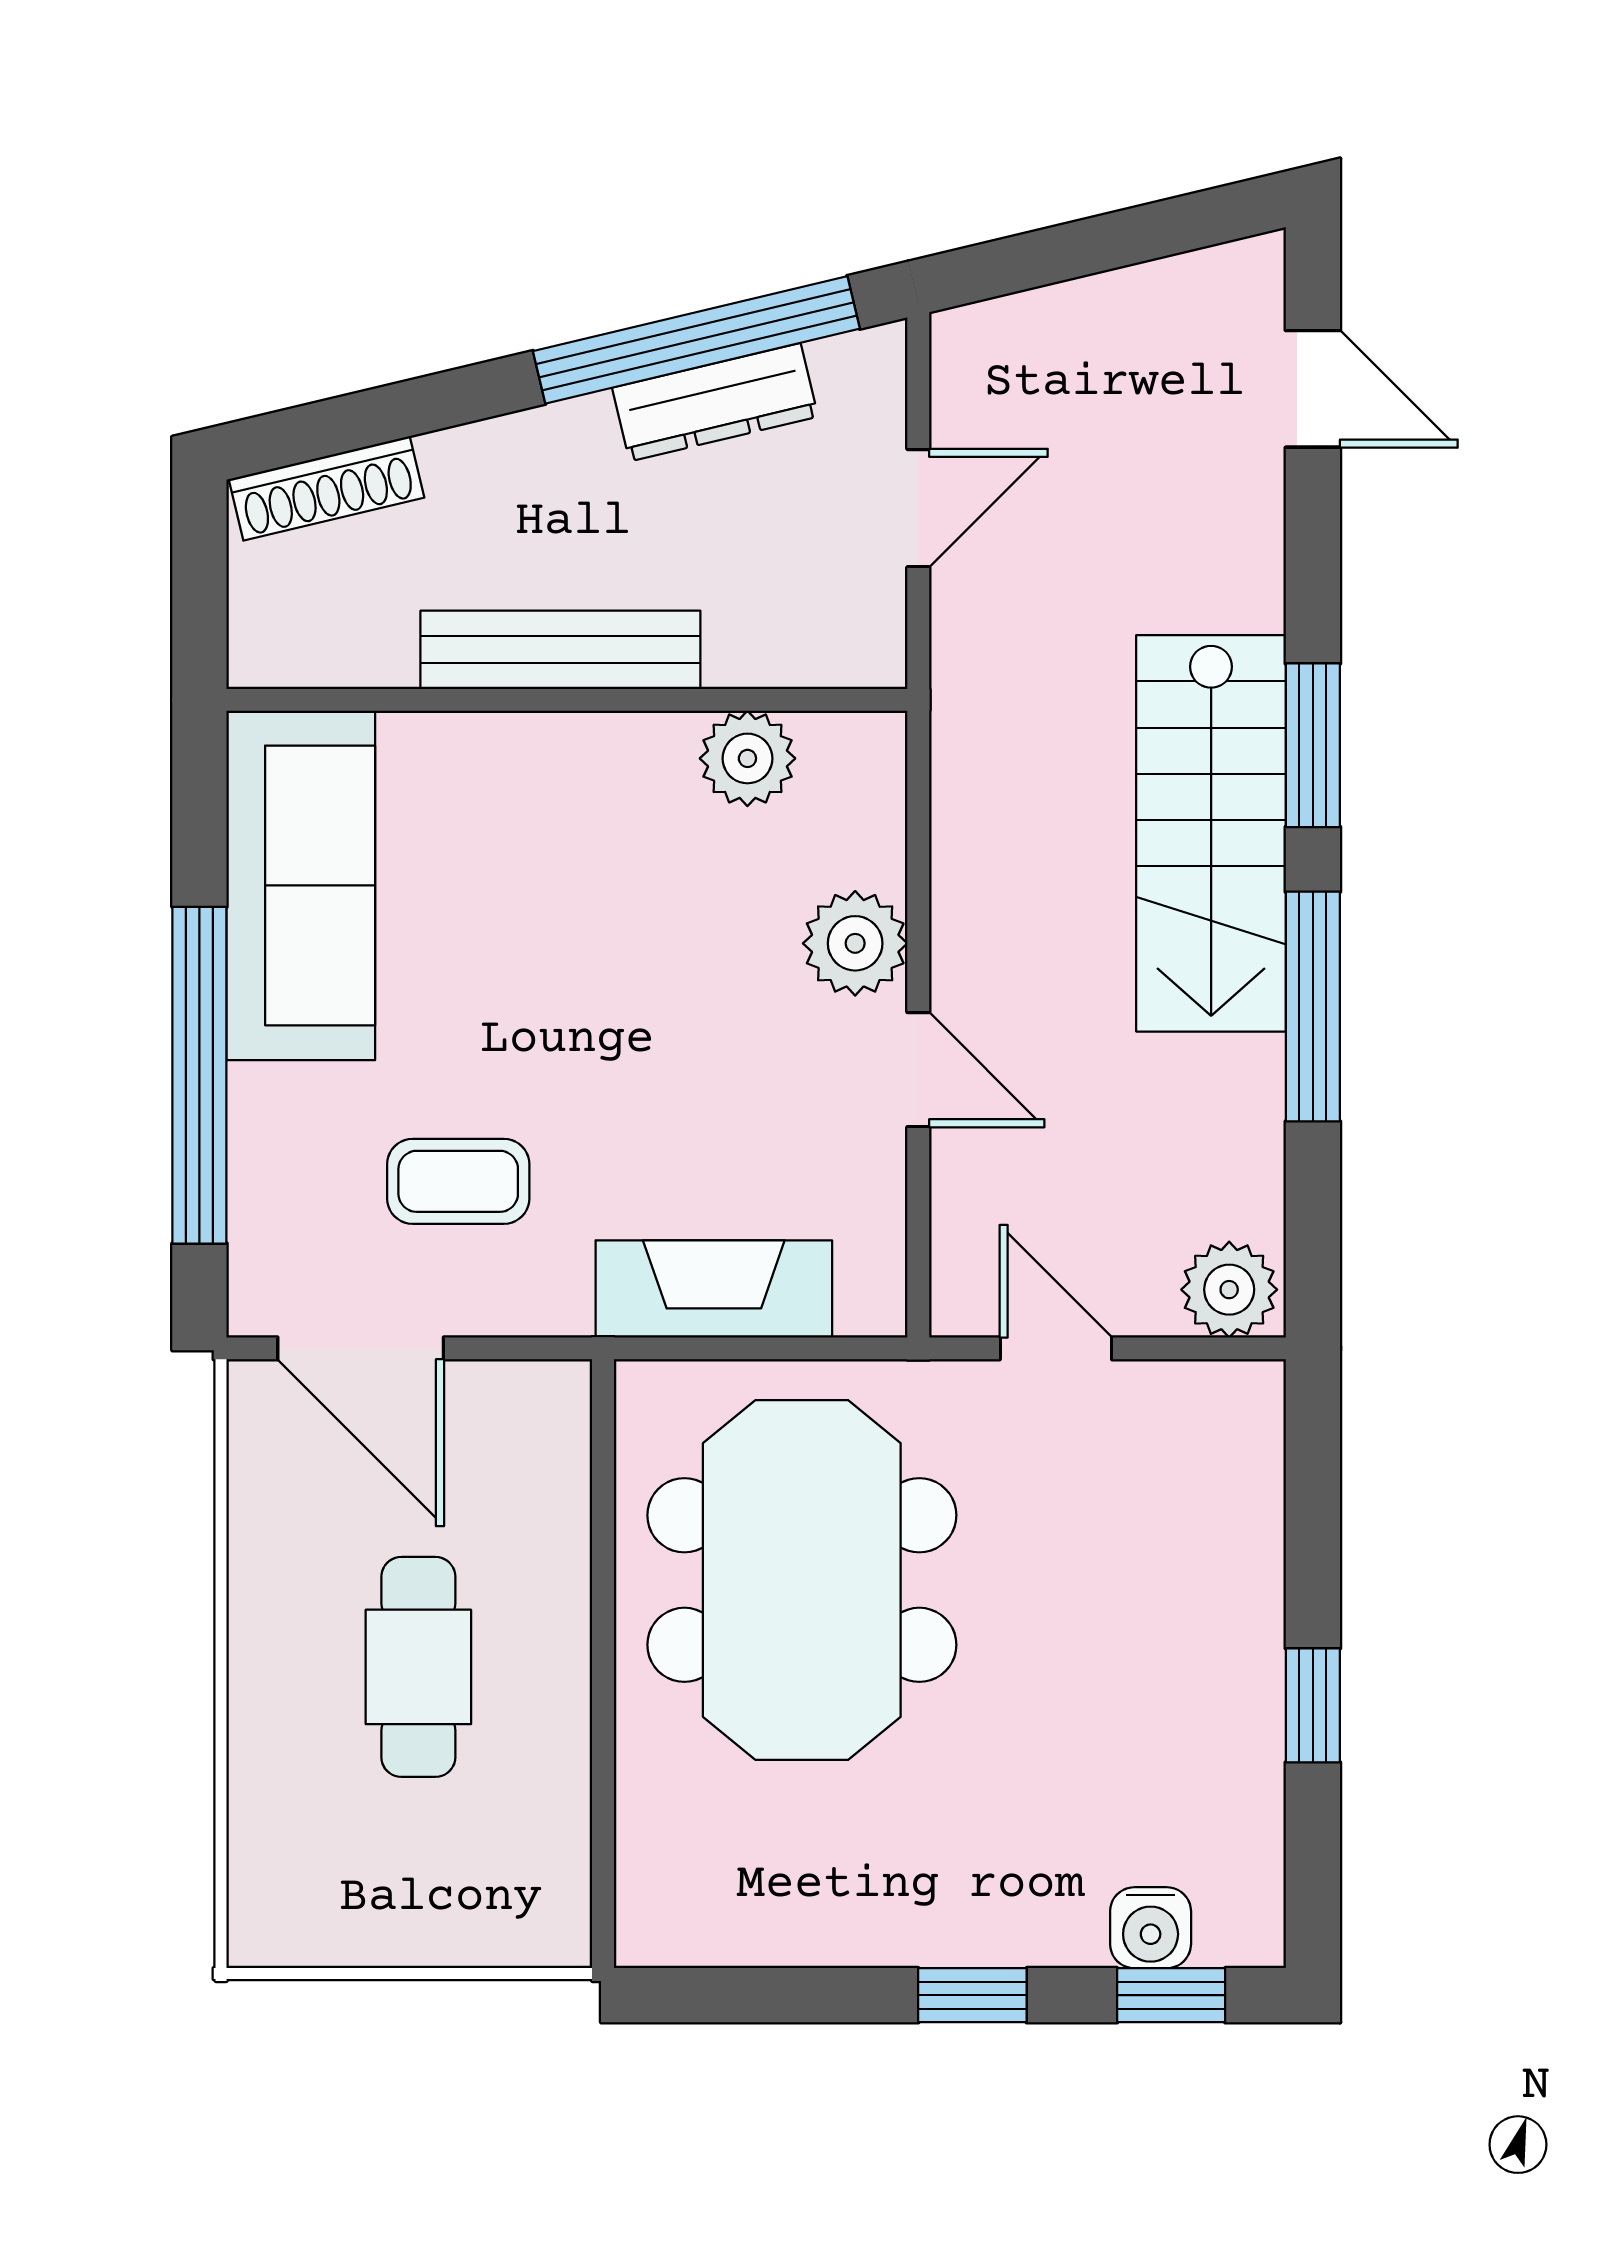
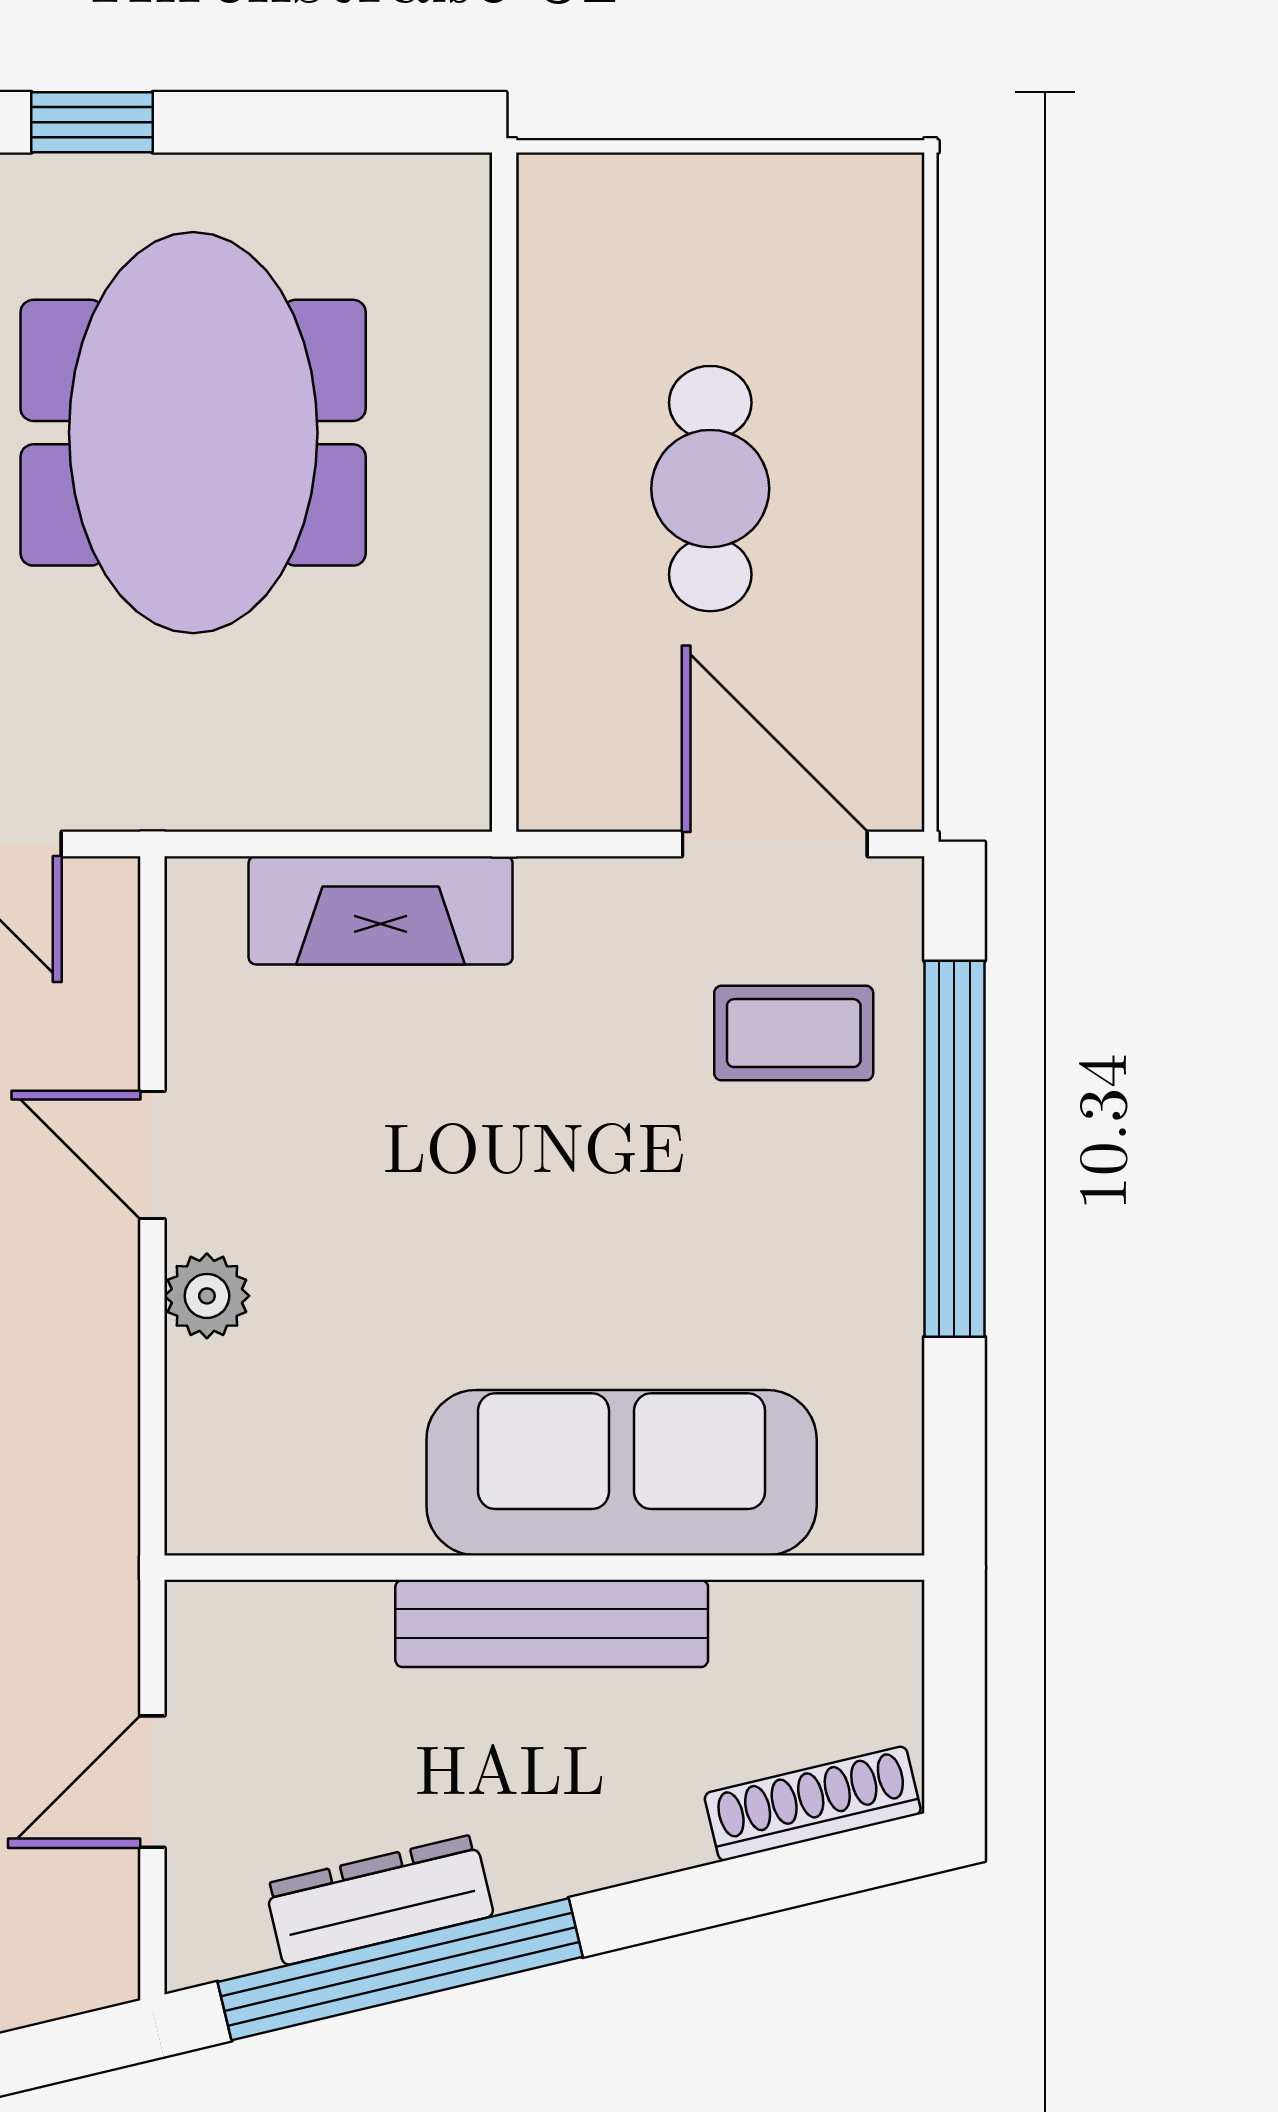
plant: (747, 758) -> (343, 1502), removed
sofa: (301, 885) -> (622, 1473), moved, turned 90
plant: (855, 943) -> (207, 1296), width x0.73, depth x0.73
coffee table: (458, 1181) -> (794, 1033), moved
meeting table: (802, 1580) -> (193, 433), moved

